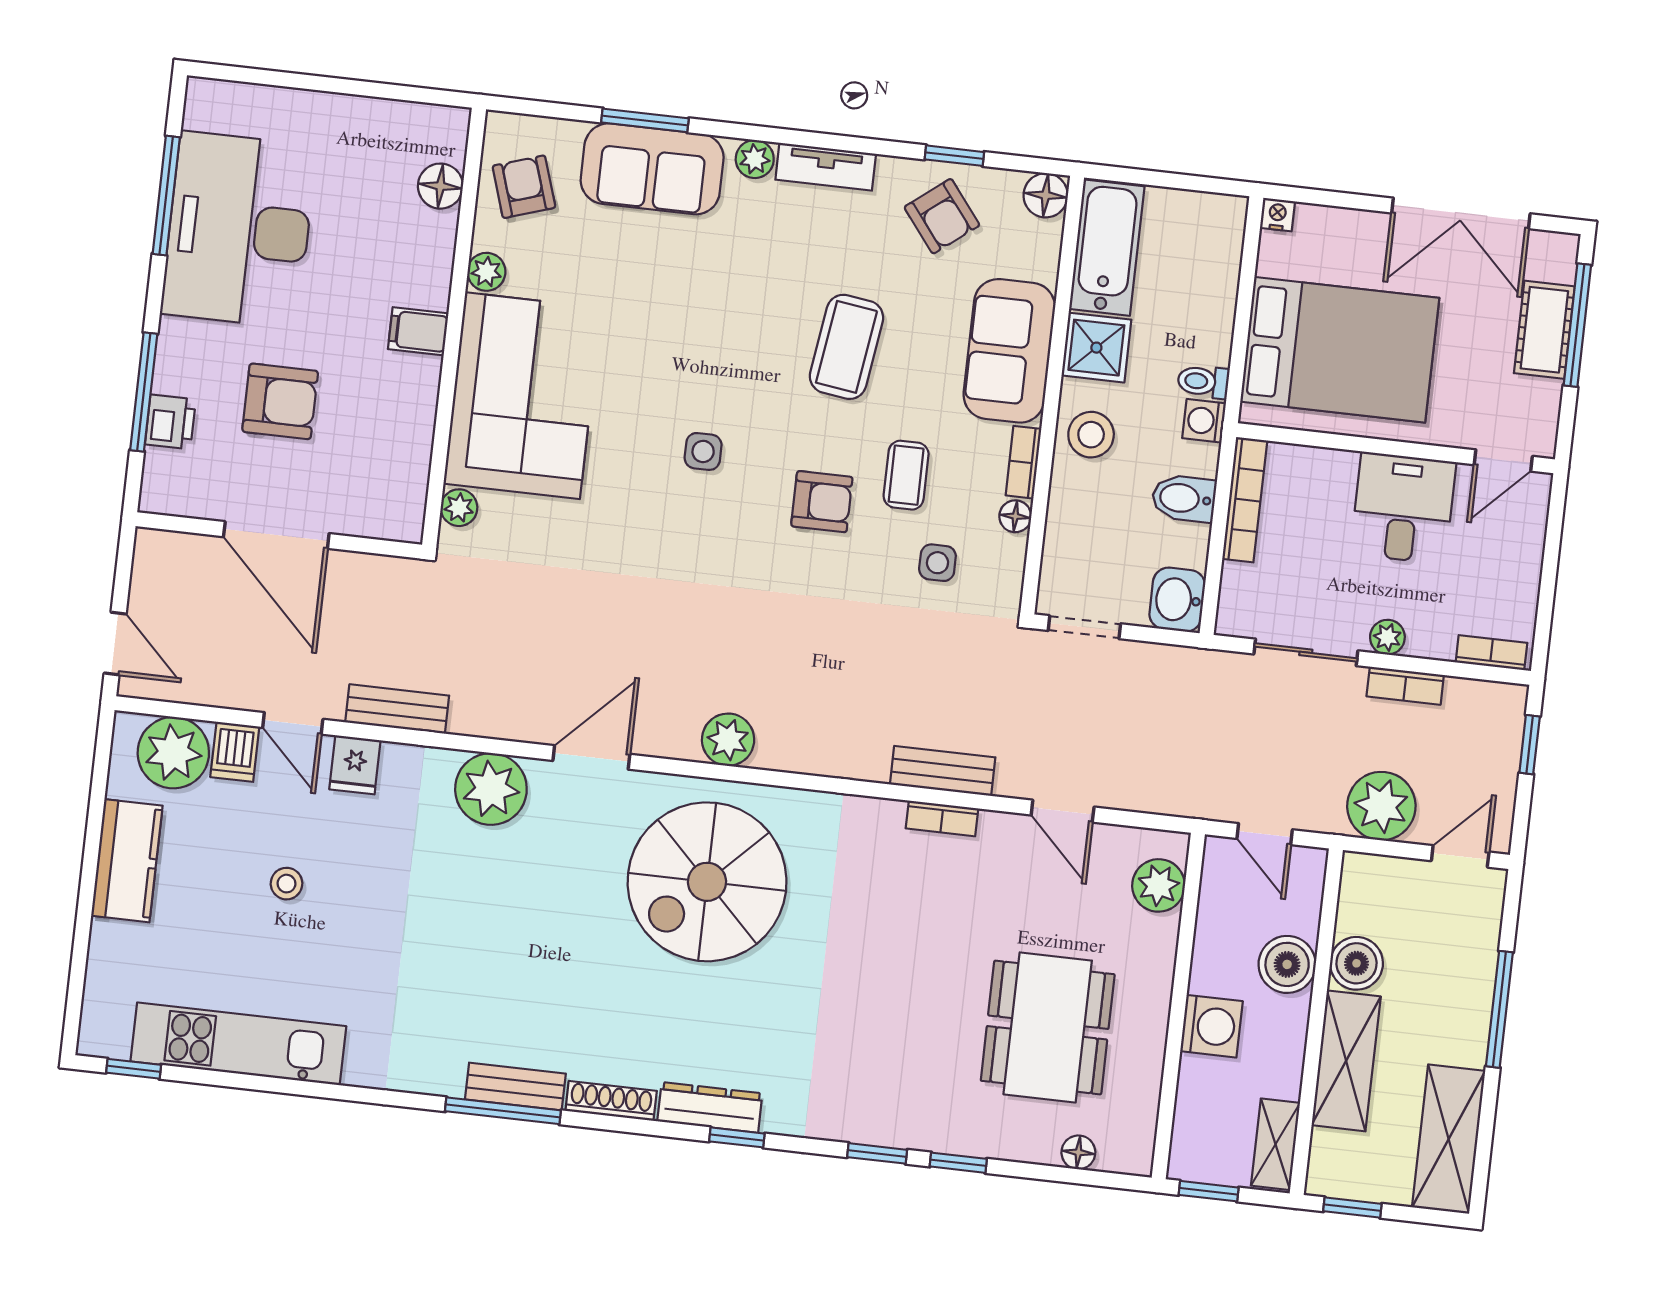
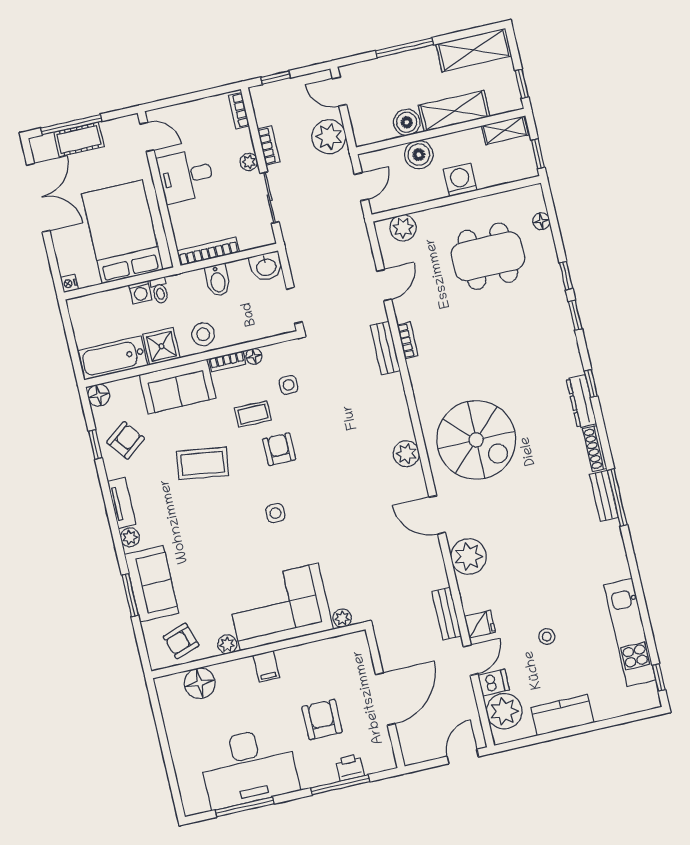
floor lamp: (440, 186) -> (200, 683), width x1.38, depth x1.38
washing machine: (1204, 421) -> (140, 292), moved

